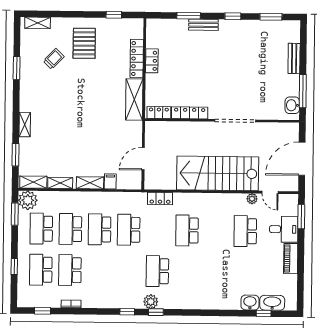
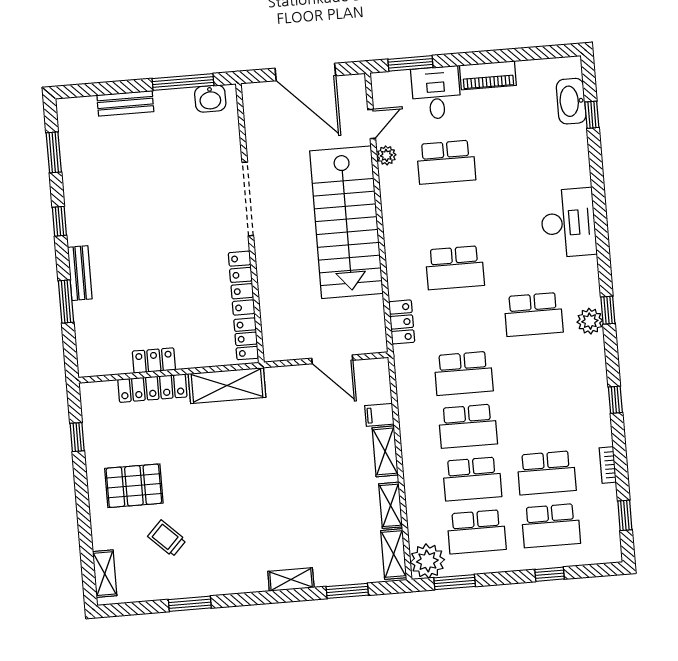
desk: (206, 295) -> (568, 223), added
washbasin: (250, 303) -> (574, 141), removed
window: (127, 312) -> (615, 400), moved

